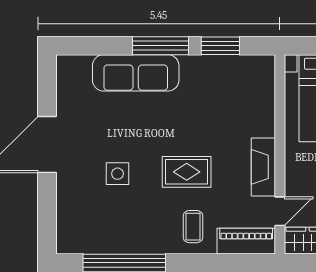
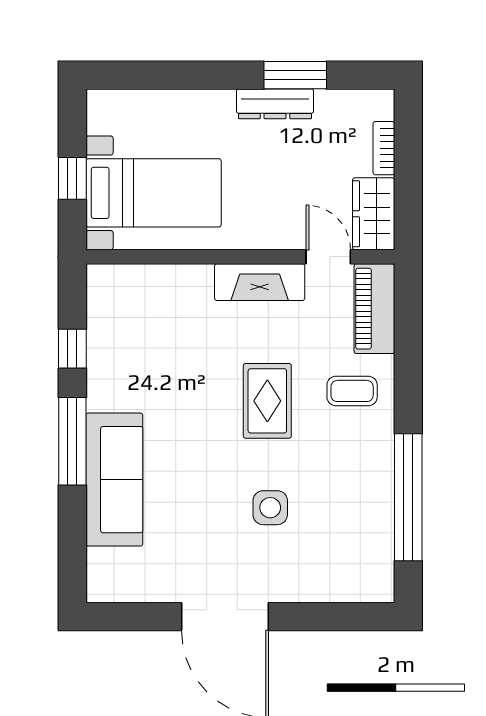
window: (220, 46) -> (72, 349), width x0.67

